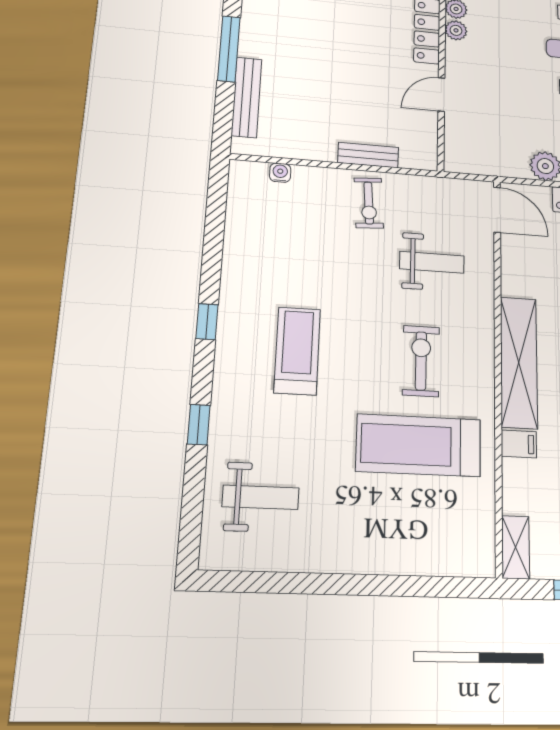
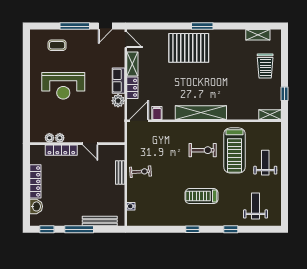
weight bench: (432, 262) -> (265, 163), moved
exercise bike: (421, 361) -> (203, 150), turned 180
filing cabinet: (519, 444) -> (157, 113), moved

